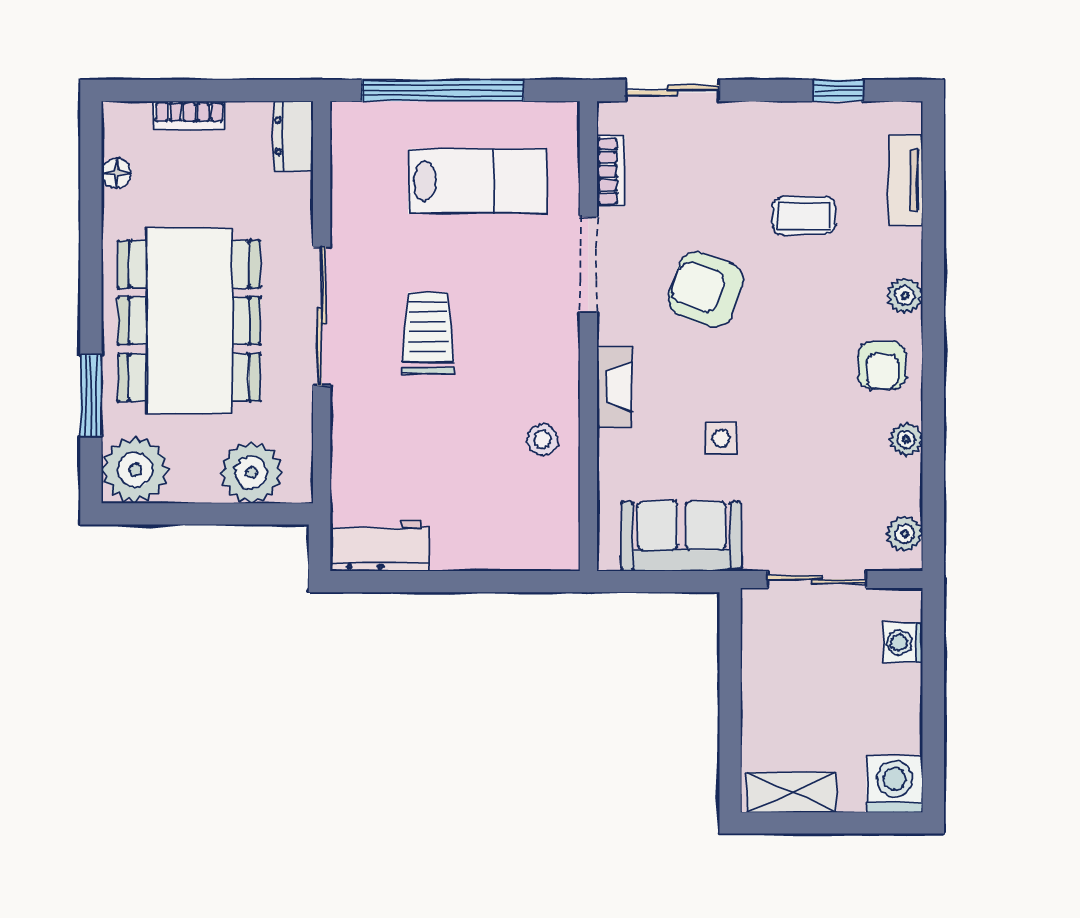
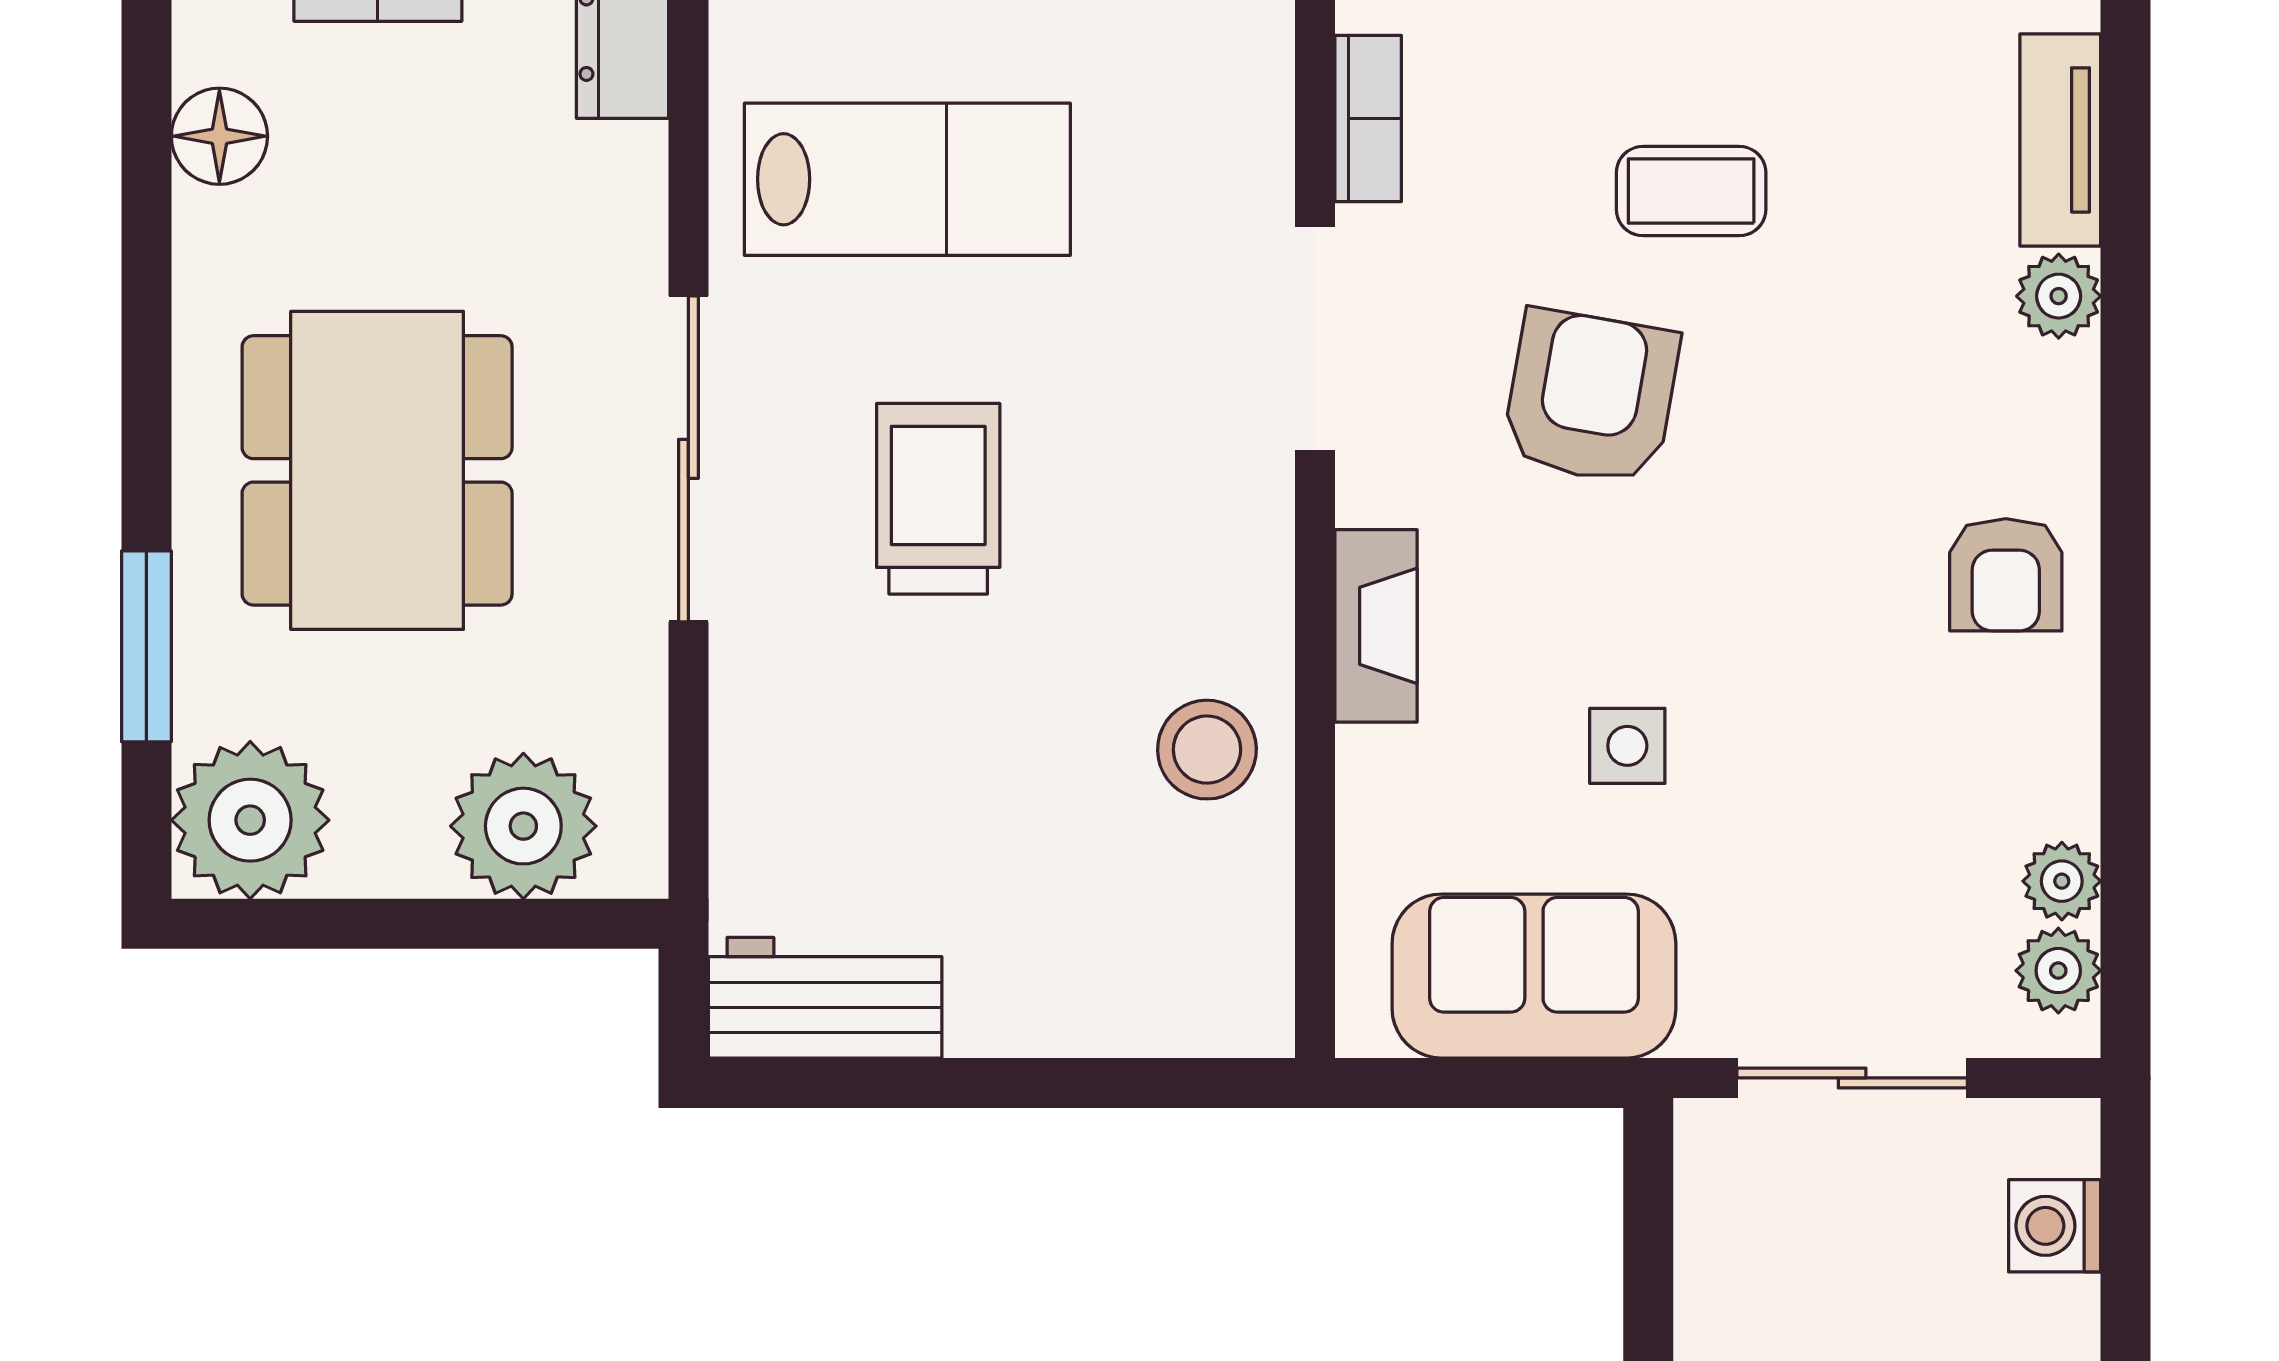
floor lamp: (116, 173) -> (219, 136), width x1.37, depth x1.37
lab bench: (477, 181) -> (907, 179), moved
coffee table: (804, 216) -> (1691, 191), moved
armchair: (706, 290) -> (1591, 397), turned 80
plant: (905, 296) -> (2059, 296), moved
dining table: (189, 321) -> (377, 470), width x0.73, depth x0.80
plant: (906, 439) -> (2062, 881), moved
stool: (542, 440) -> (1207, 750), width x1.37, depth x1.37

